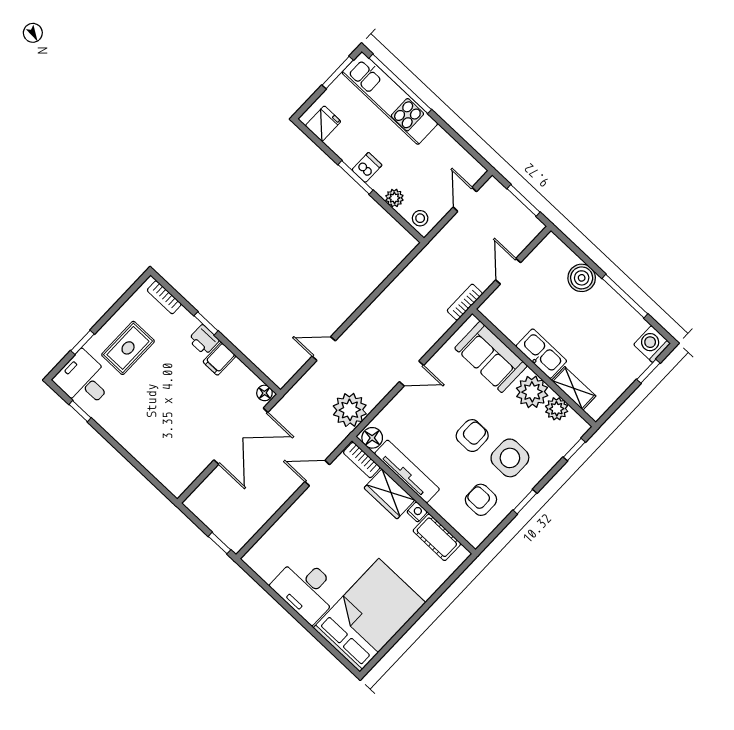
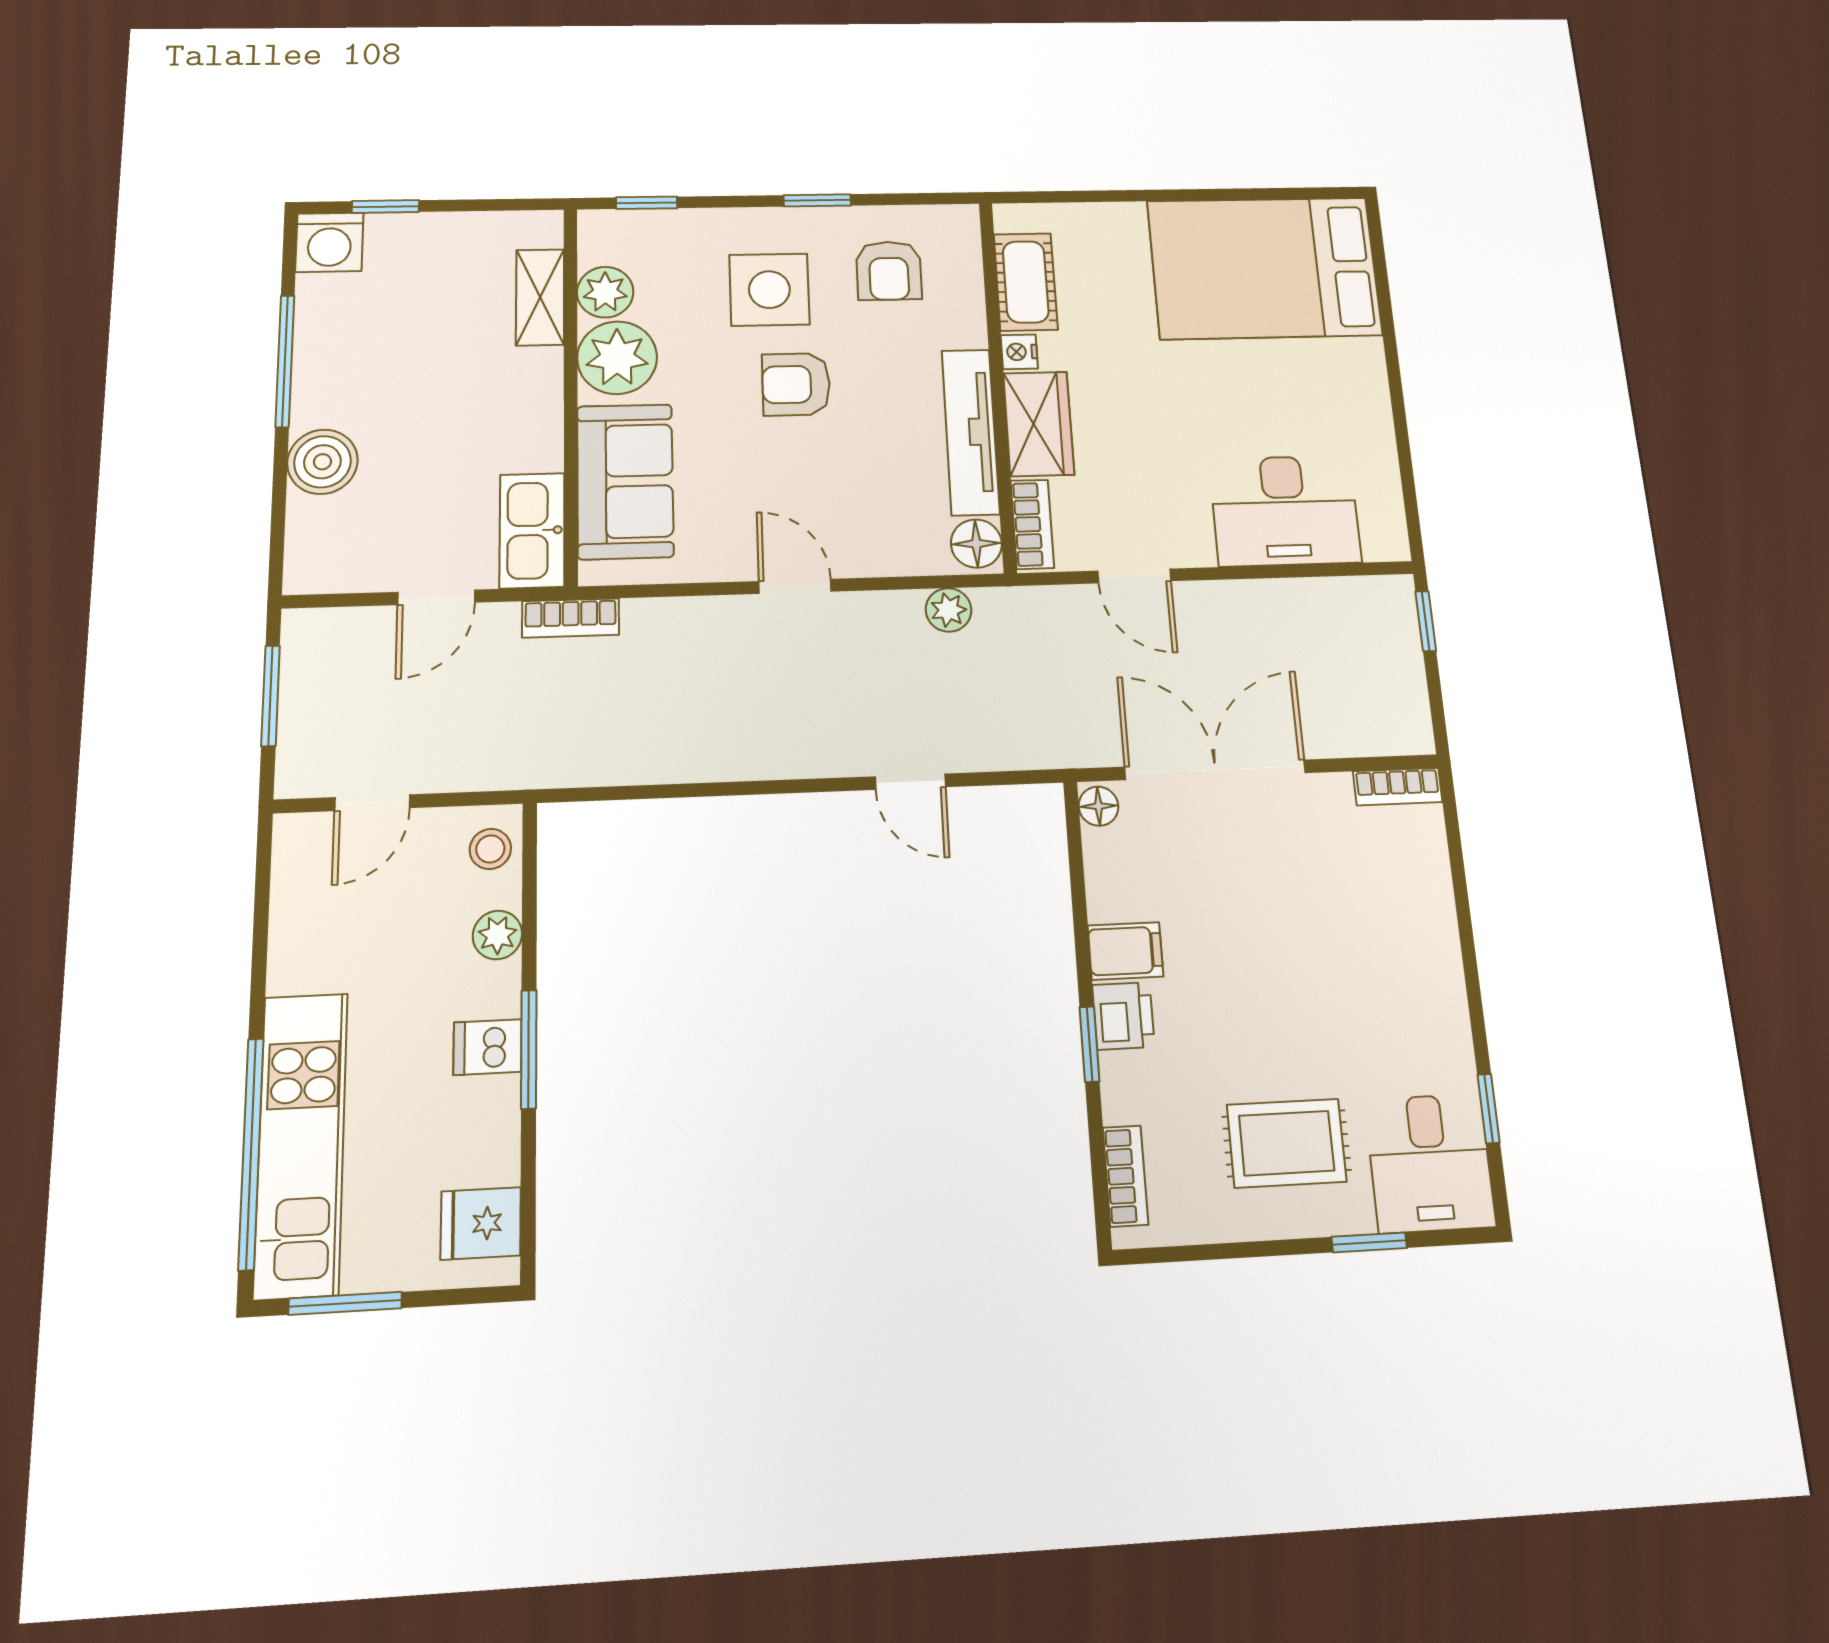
kitchen sink: (541, 354) -> (532, 530), moved
plant: (350, 410) -> (948, 610), width x0.53, depth x0.53
bookcase: (184, 482) -> (1398, 787), added
desk: (306, 589) -> (1285, 511), moved, turned 90

